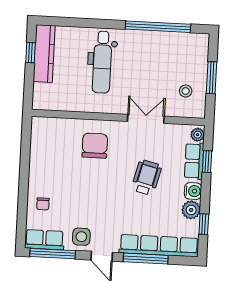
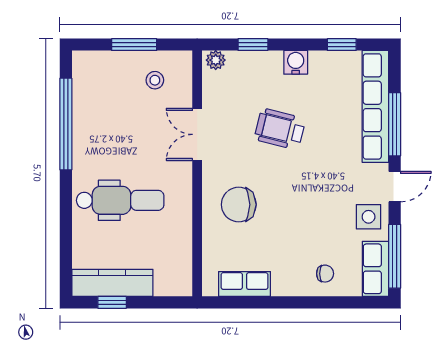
row of seats: (194, 161) -> (244, 284), moved, turned 180
plant: (191, 210) -> (323, 64), removed

